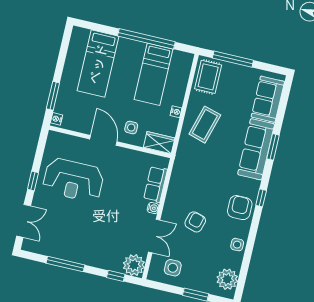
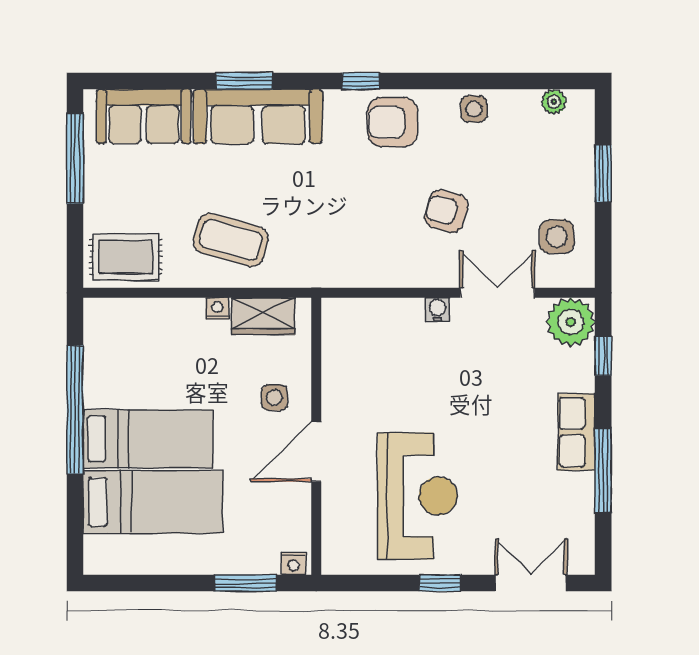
window: (233, 59) -> (75, 158), moved
bed: (154, 74) -> (148, 439), moved
wardrobe: (159, 143) -> (263, 316), moved, turned -90
row of seats: (156, 184) -> (577, 432), moved, turned 90
plant: (227, 279) -> (554, 102), width x0.53, depth x0.53

